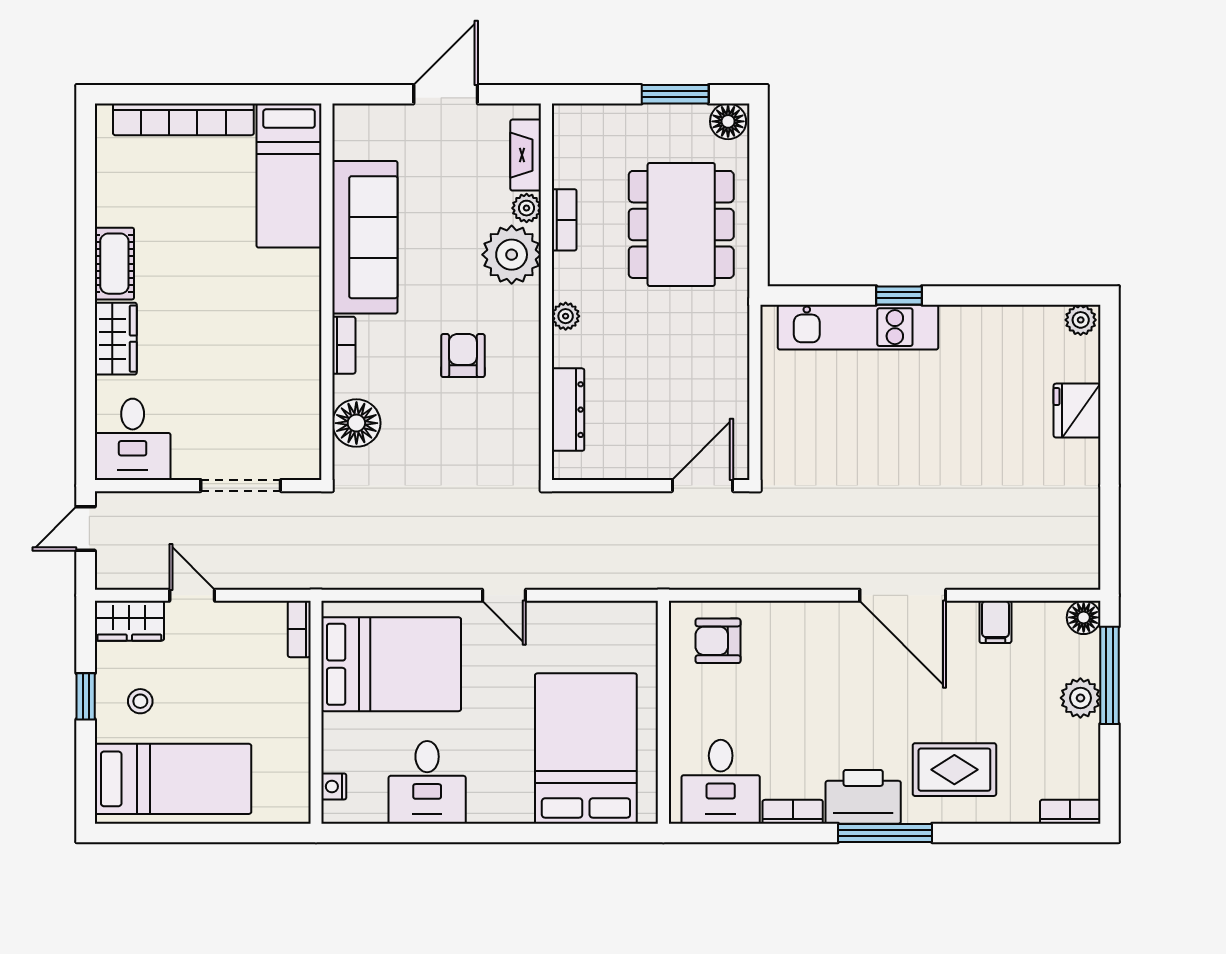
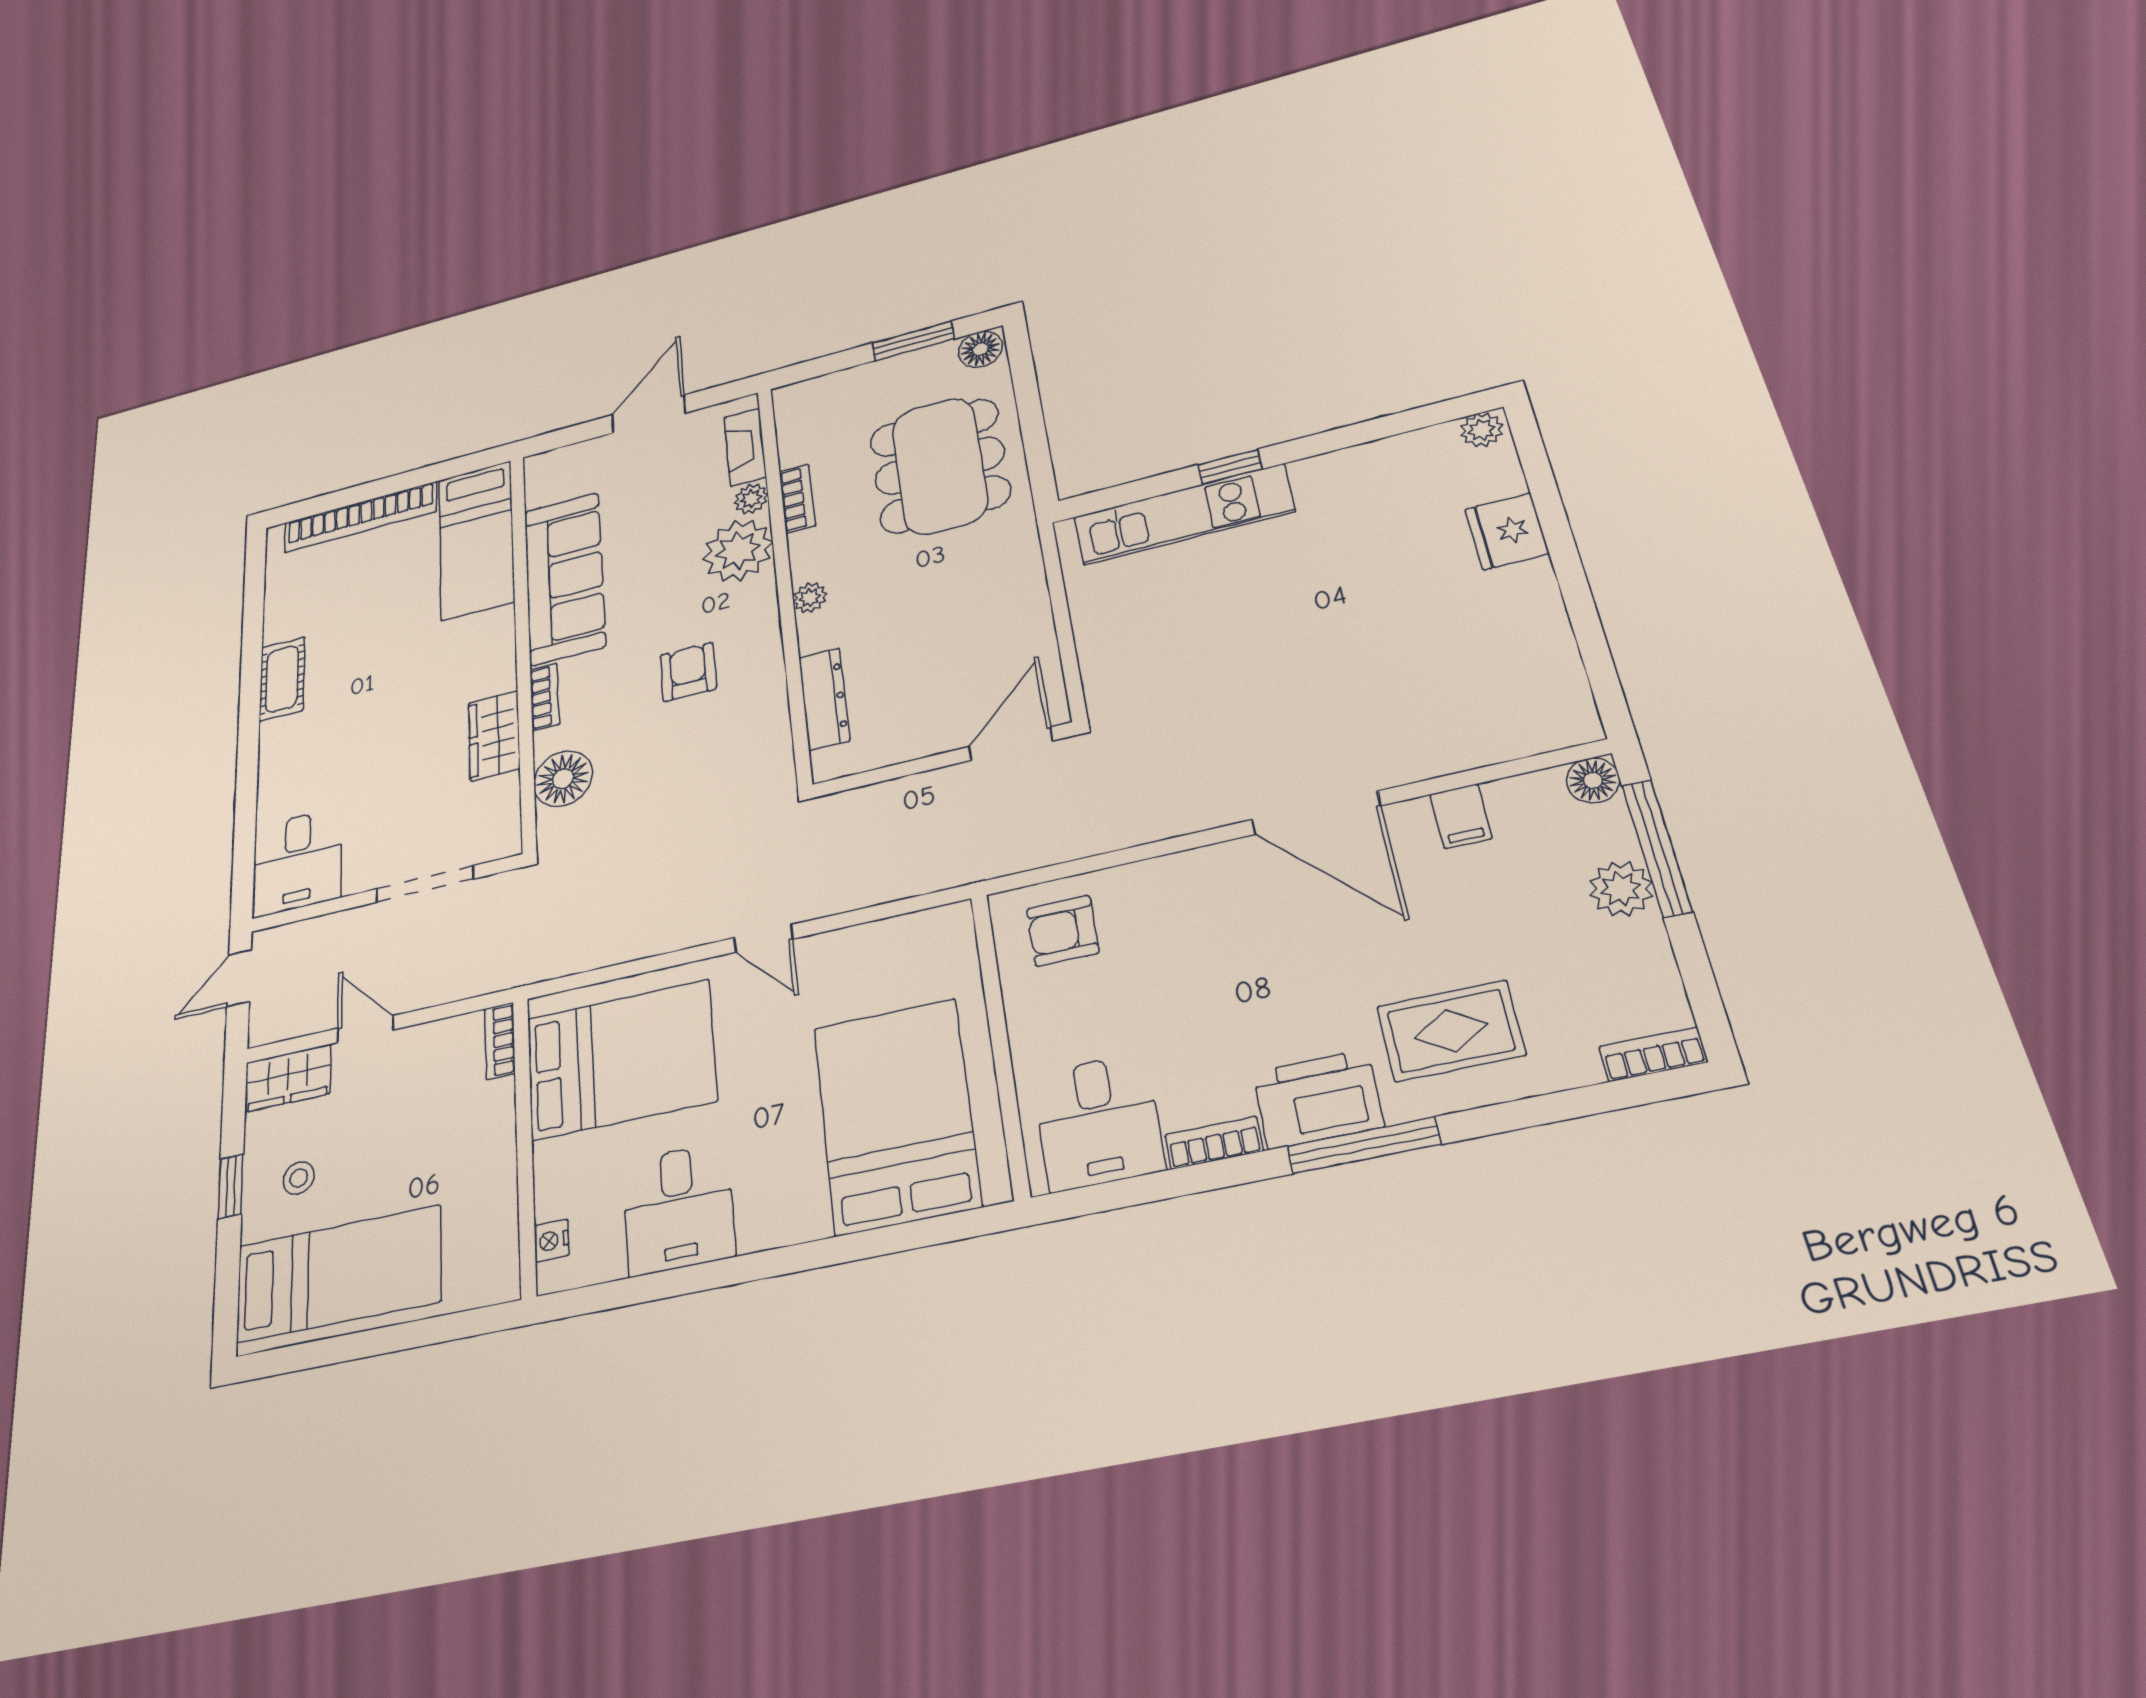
wardrobe: (116, 339) -> (494, 736), moved, turned 180

